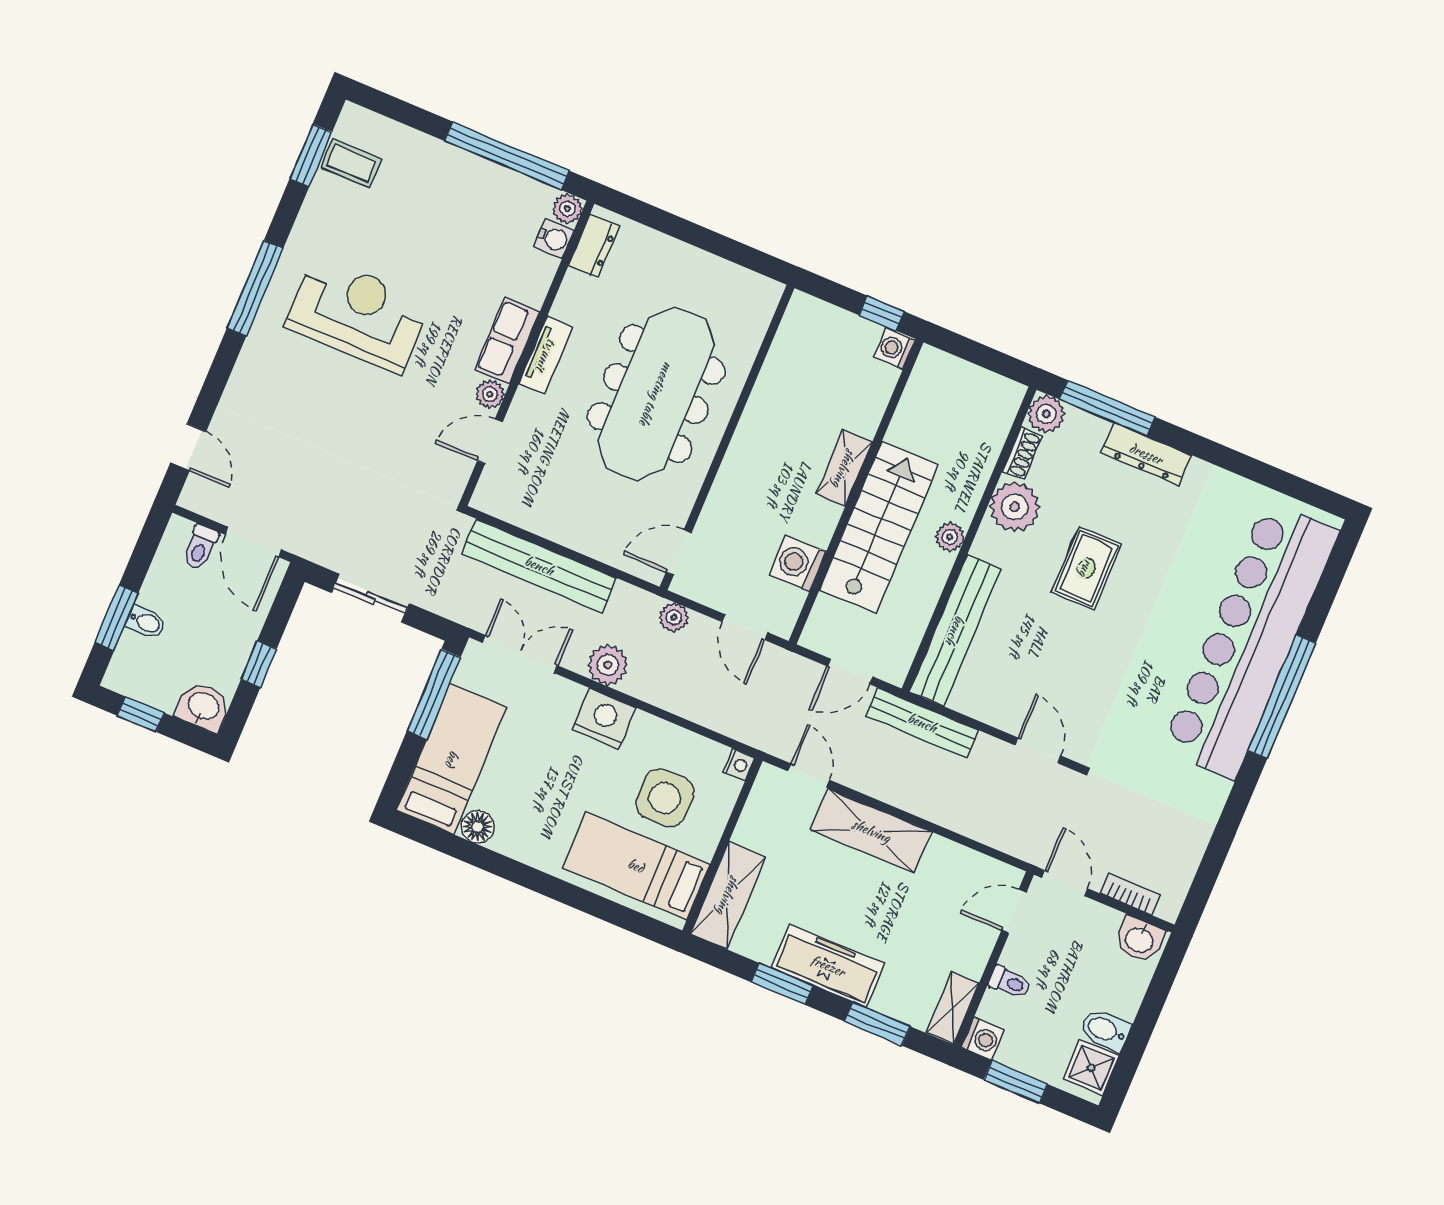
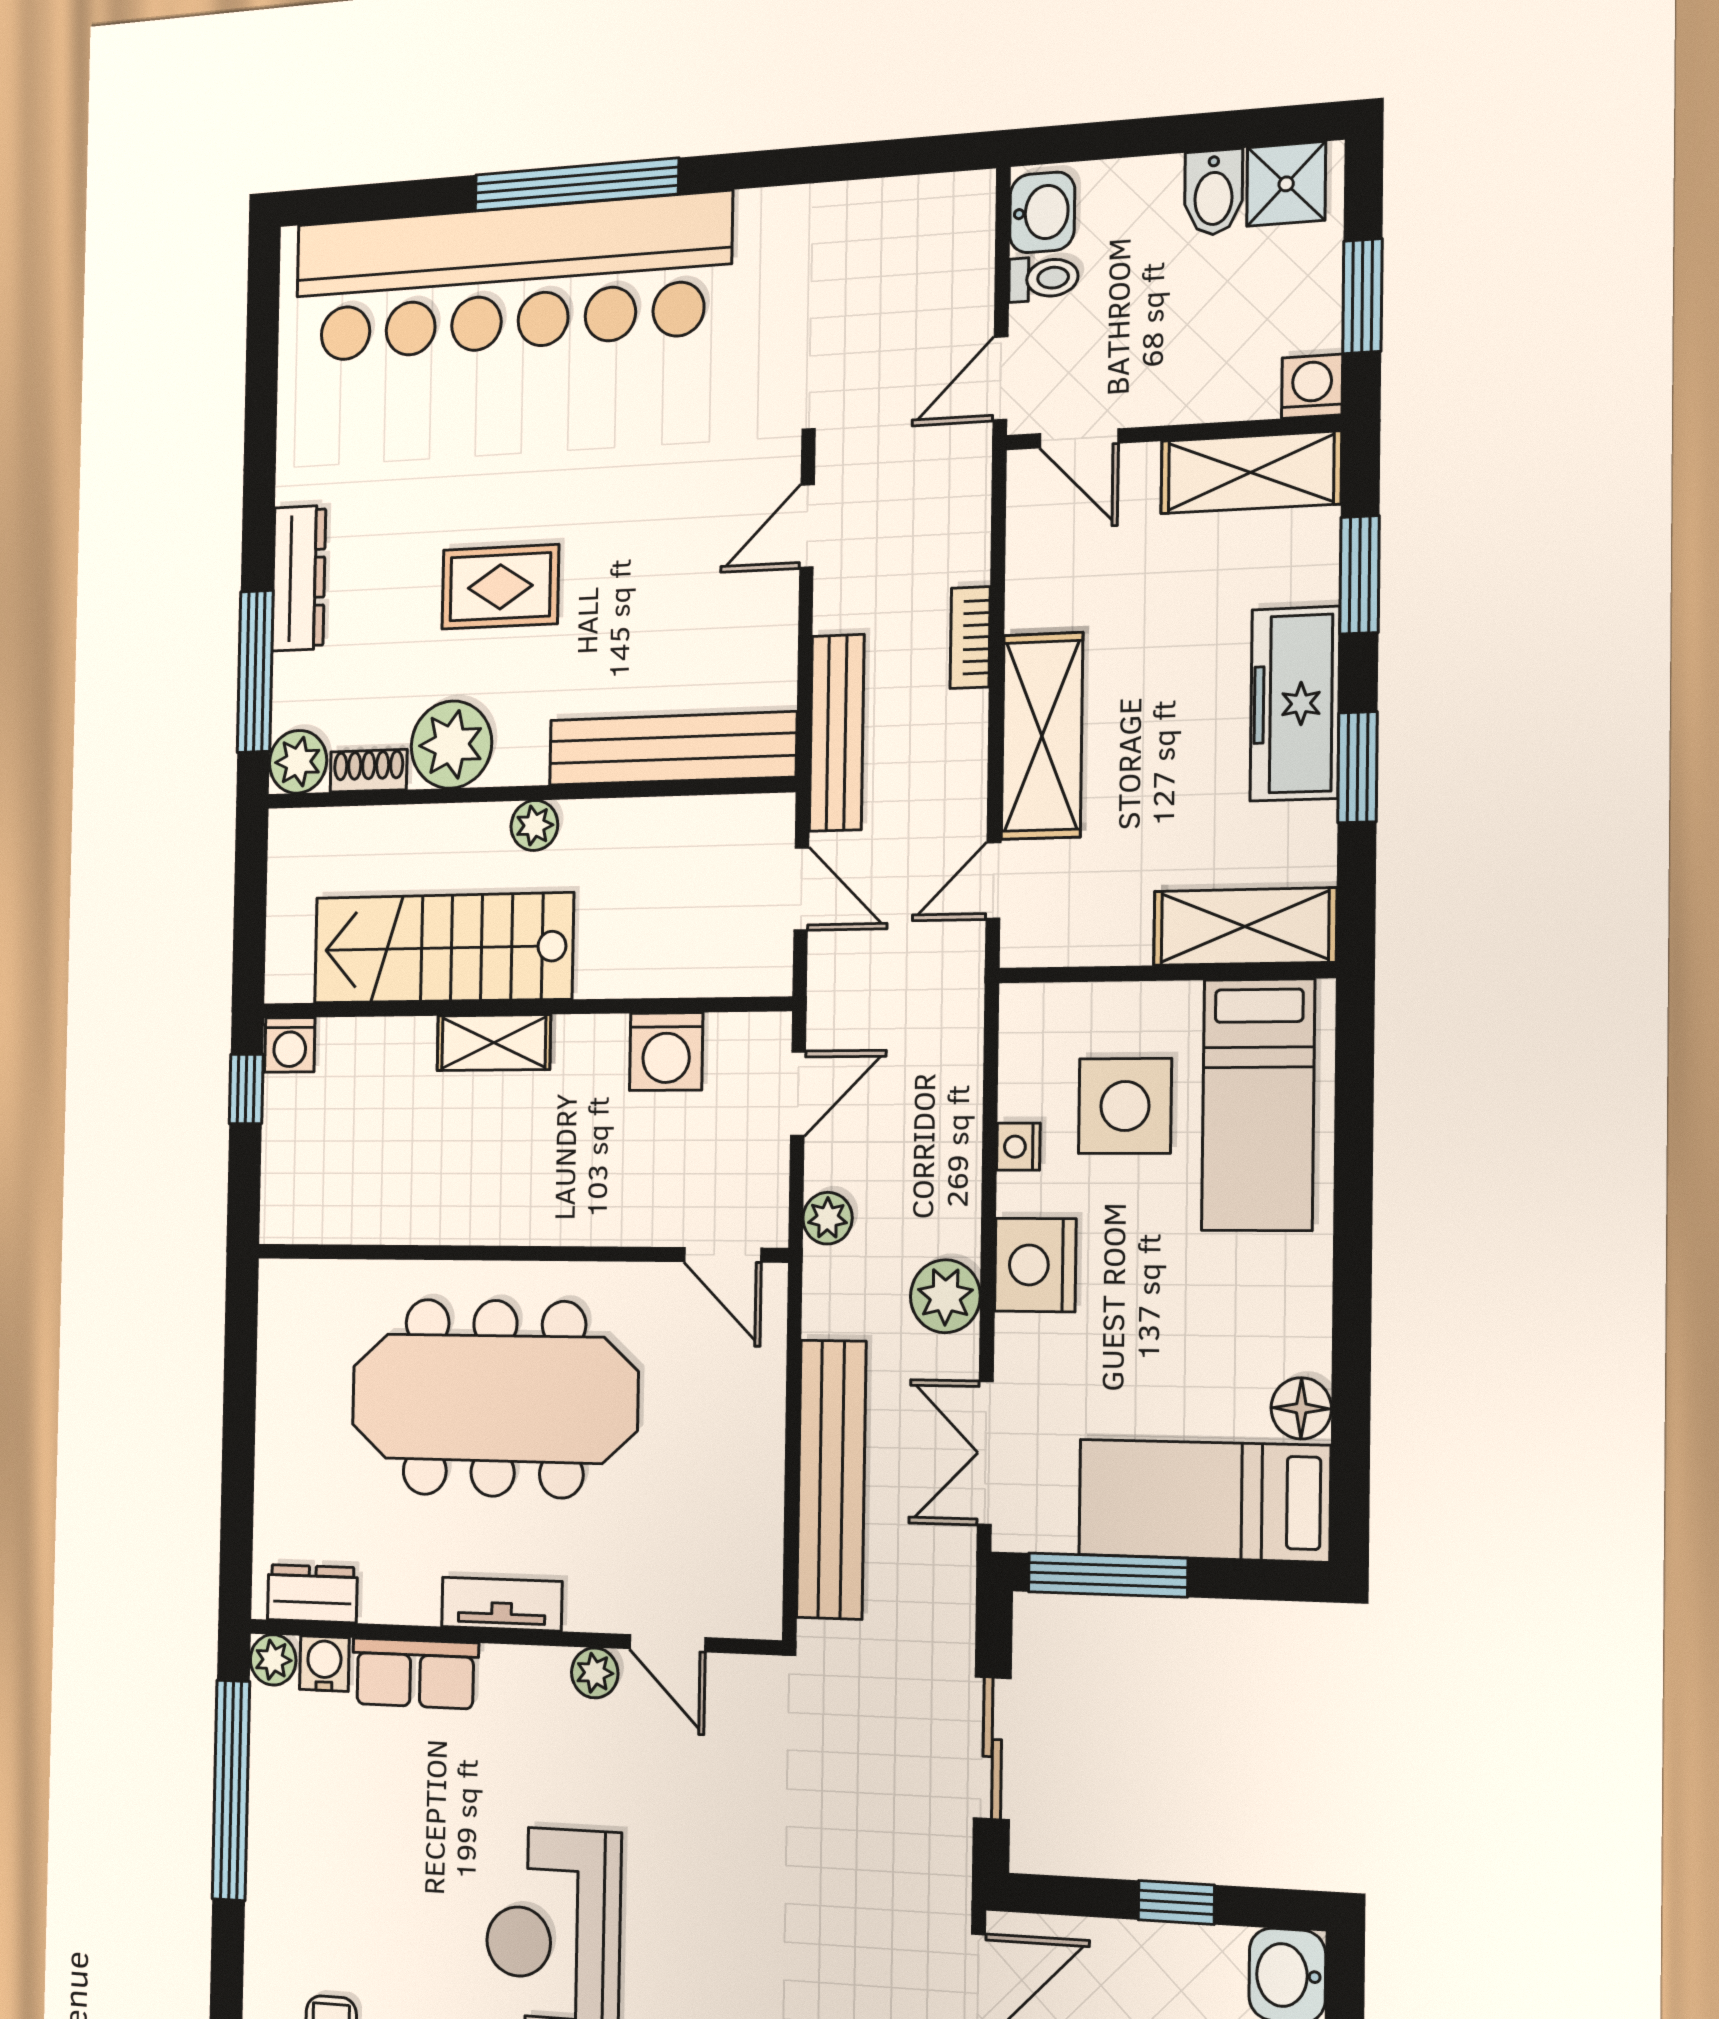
row of seats: (507, 341) -> (415, 1673), moved
stairs: (879, 527) -> (443, 948), moved
nightstand: (739, 765) -> (1018, 1147), moved, turned -90
bookcase: (1130, 894) -> (970, 638), moved
toilet: (1010, 982) -> (1043, 278), moved, turned 90
shelving: (952, 1008) -> (1251, 472), width x1.50, depth x1.33

